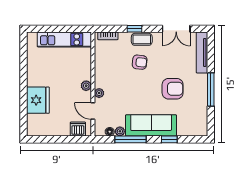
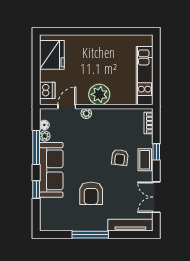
plant: (86, 86) -> (99, 94), width x1.87, depth x1.87
fridge: (38, 100) -> (52, 55), moved, turned -90

